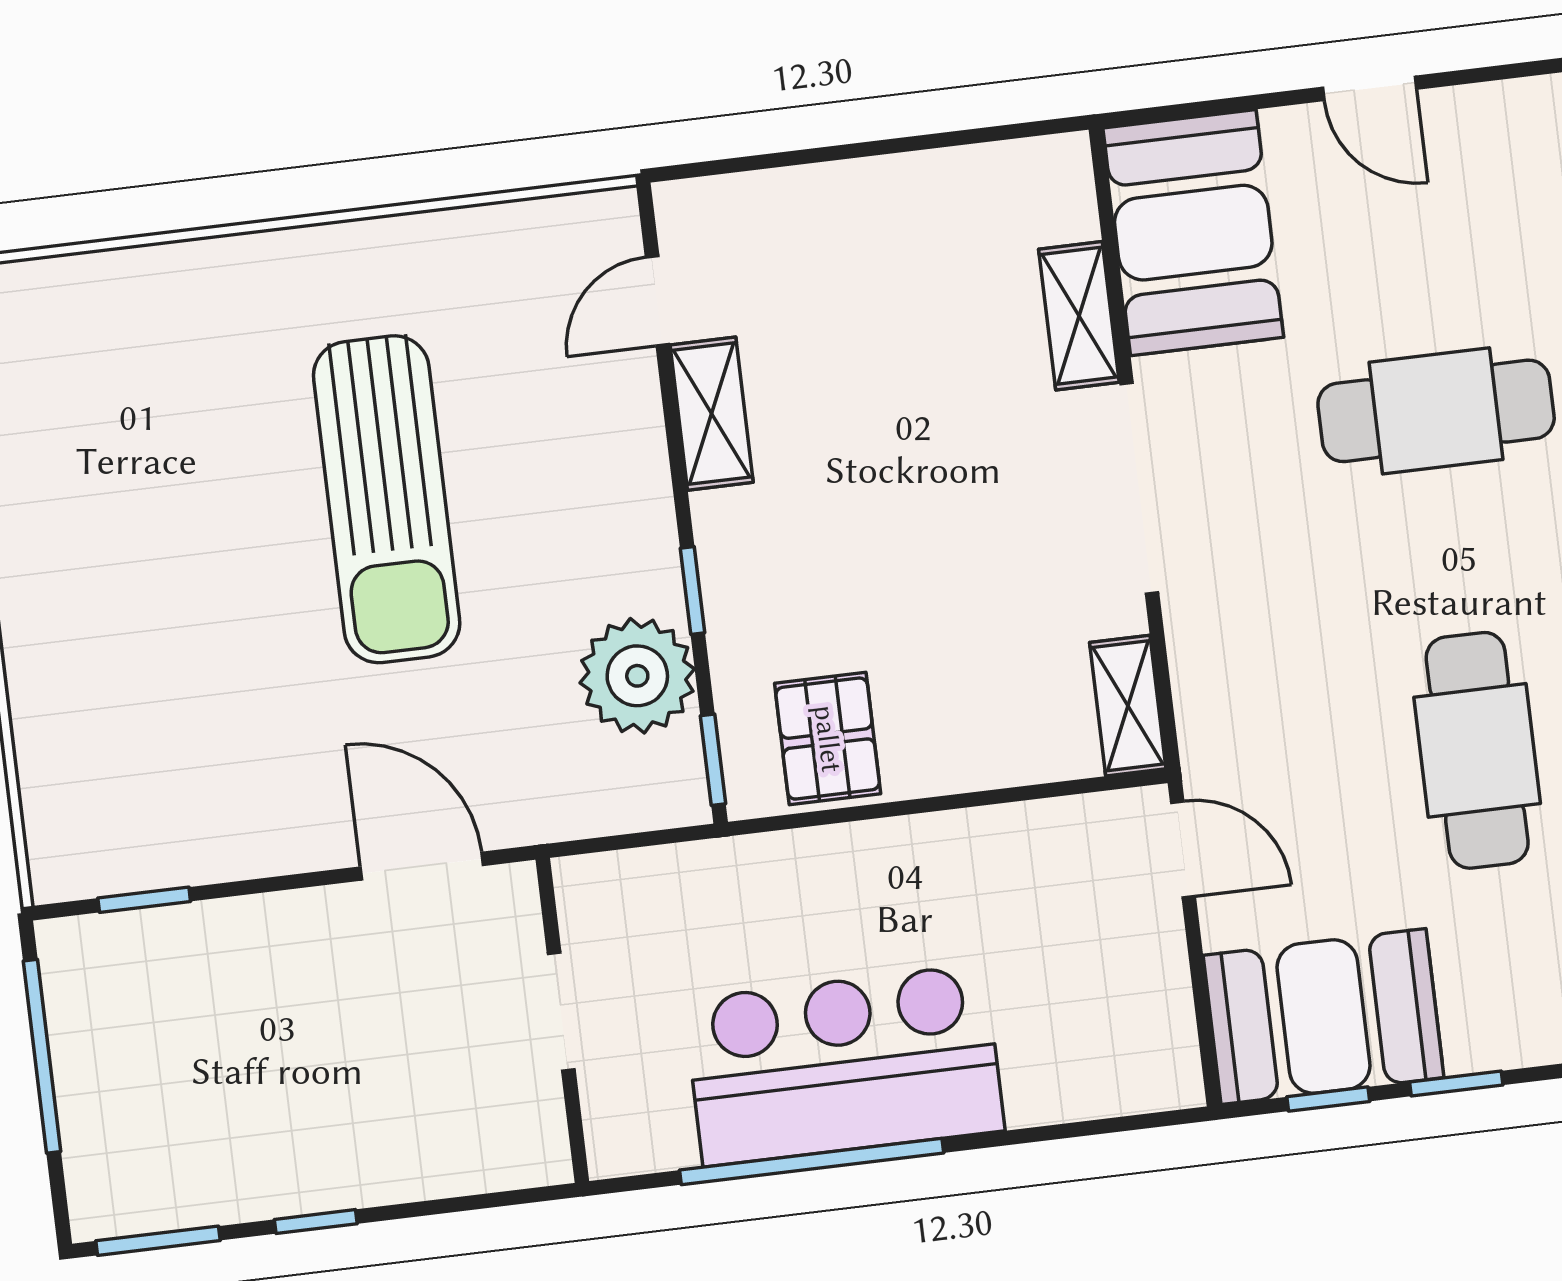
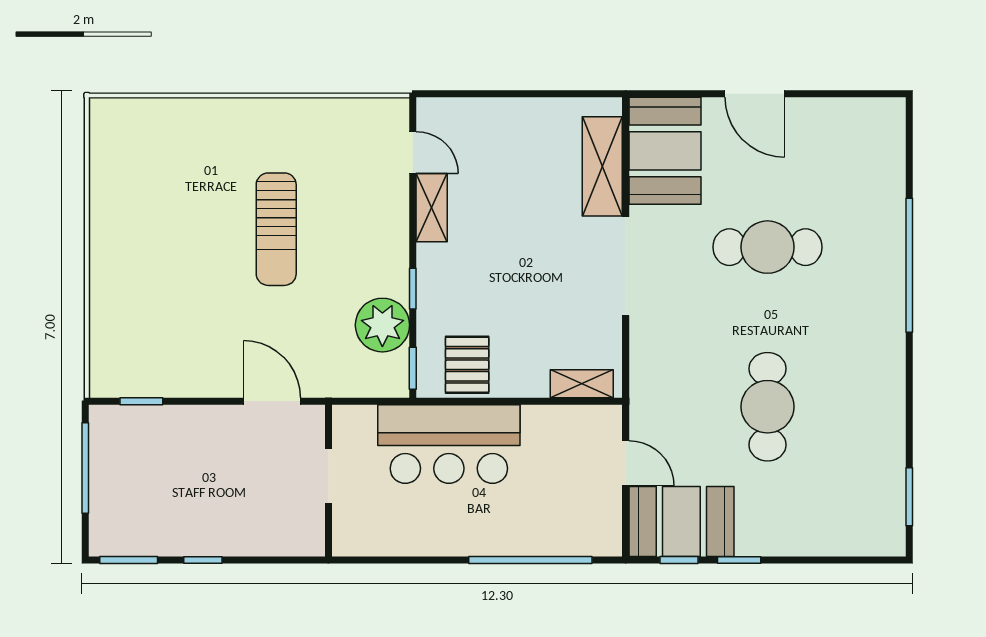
door: (1370, 88) -> (755, 94), width x1.38
door: (657, 301) -> (413, 152), swing flipped
shelving: (1079, 316) -> (602, 166), width x1.50, depth x1.33
sun lounger: (387, 499) -> (276, 229), width x0.73, depth x0.75
shelving: (1128, 706) -> (582, 384), moved, turned 90
door: (1183, 849) -> (626, 463), moved
bar counter: (844, 1065) -> (449, 444), moved, turned 180
window: (812, 1162) -> (530, 560), moved

